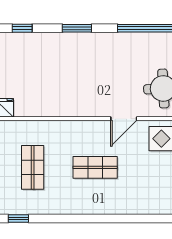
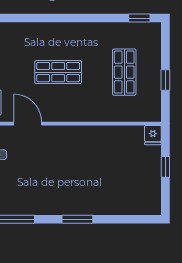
window: (22, 28) -> (135, 219), removed
door: (124, 119) -> (28, 124), hinge flipped

